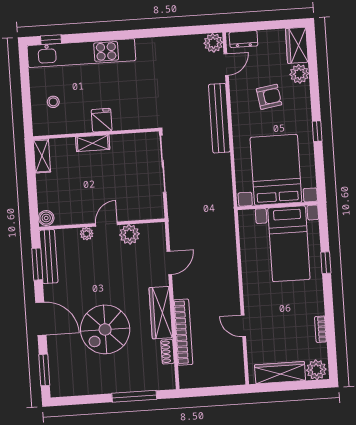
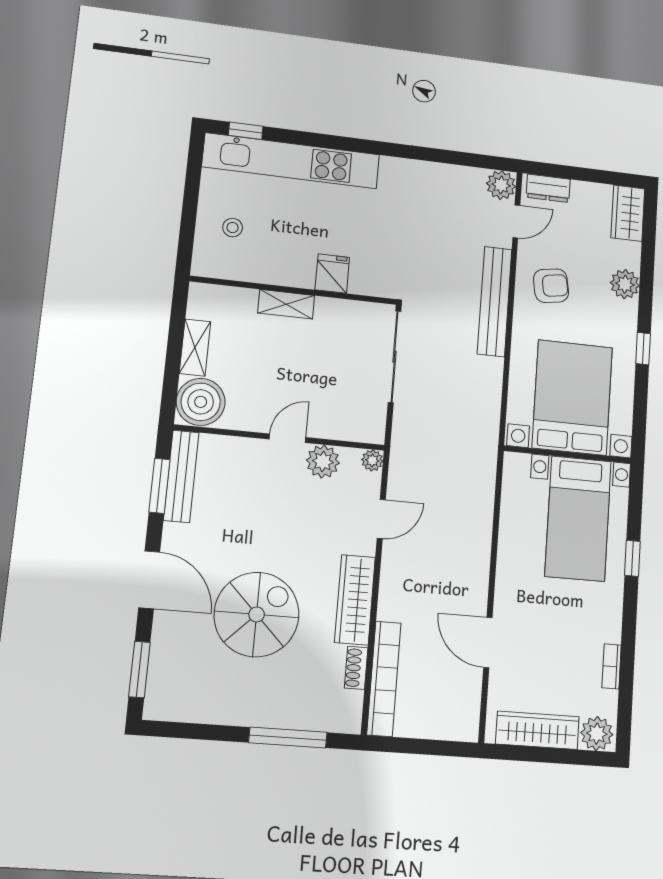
plant: (299, 74) -> (625, 284), moved
armchair: (269, 97) -> (551, 286), moved
fridge: (102, 120) -> (332, 274), moved
shelving: (42, 156) -> (195, 347), moved
boiler: (46, 218) -> (201, 402), width x1.86, depth x1.86
plant: (87, 234) -> (372, 460), moved
door: (243, 326) -> (488, 643), width x1.38
spiral stairs: (105, 329) -> (257, 614), turned 180
bookcase: (183, 332) -> (384, 679), moved

